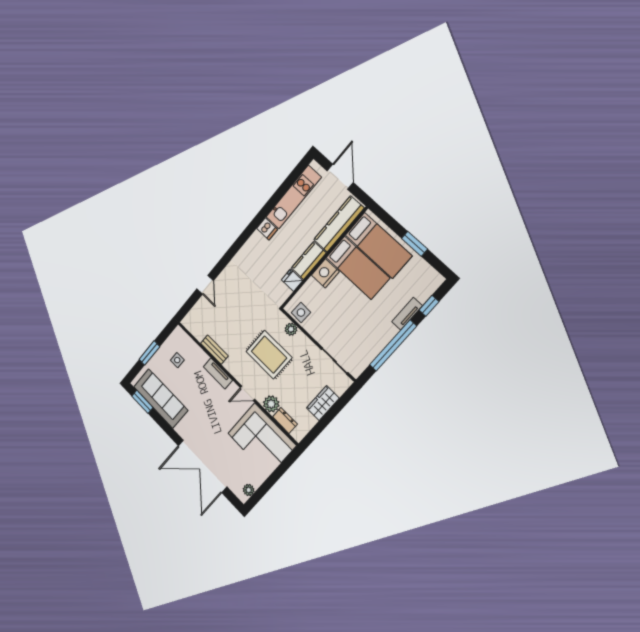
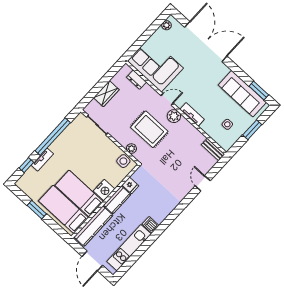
bench: (214, 350) -> (213, 149), moved
plant: (271, 404) -> (174, 116), moved

